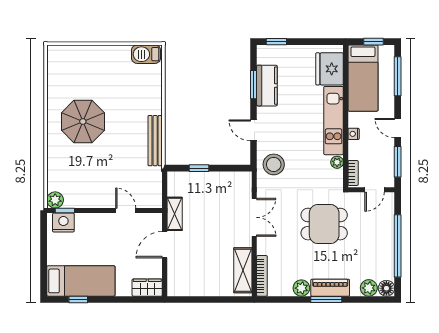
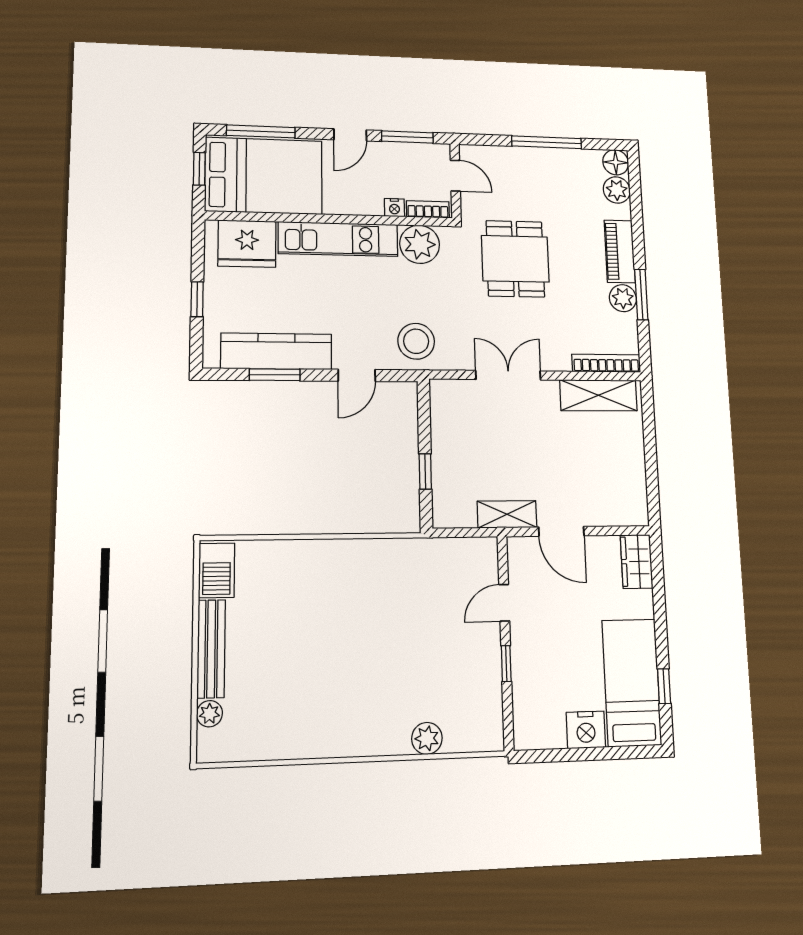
window: (276, 42) -> (197, 299), moved
plant: (72, 51) -> (209, 714), added
bed: (363, 78) -> (264, 176), width x1.50
kitchen counter: (267, 86) -> (276, 351), width x1.50
parasol: (83, 122) -> (343, 688), removed
nightstand: (354, 134) -> (394, 208), moved
bench: (155, 141) -> (211, 649), moved, turned 90
plant: (337, 162) -> (420, 244), width x1.88, depth x1.88
plant: (55, 200) -> (427, 738), moved
window: (65, 211) -> (506, 664), moved
nightstand: (63, 223) -> (586, 730), moved, turned -90
window: (398, 246) -> (547, 142), width x0.68
window: (326, 299) -> (641, 295), moved

